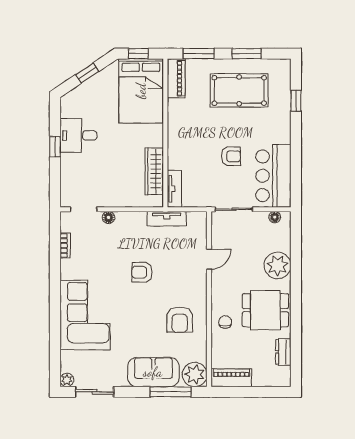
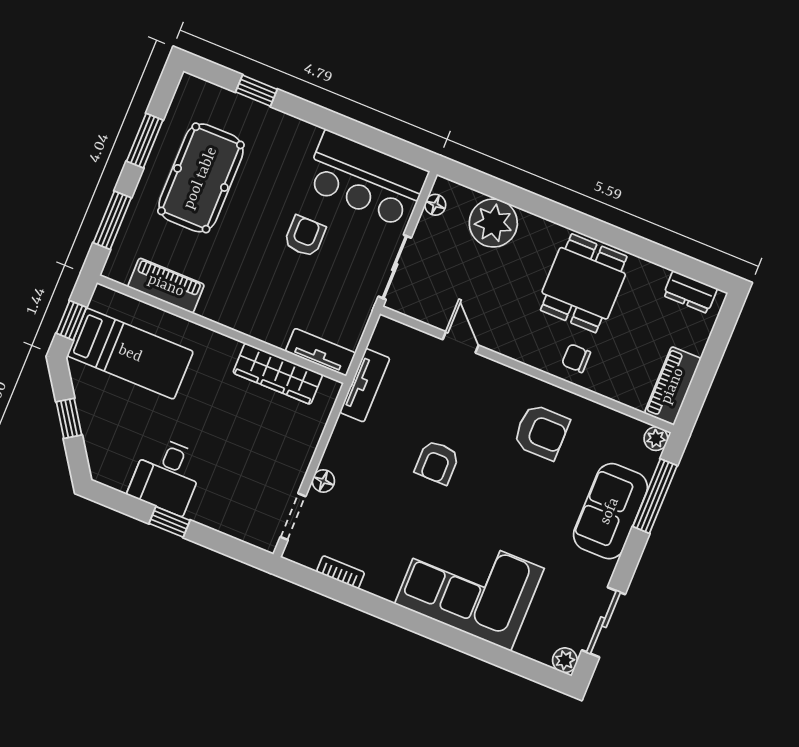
piano: (176, 78) -> (166, 286), moved
bed: (141, 91) -> (130, 354), width x0.67
plant: (277, 266) -> (493, 223), moved
dresser: (283, 352) -> (690, 292), moved
plant: (195, 374) -> (656, 439), width x0.53, depth x0.53

